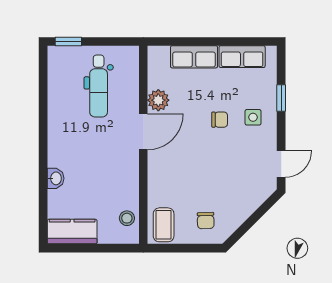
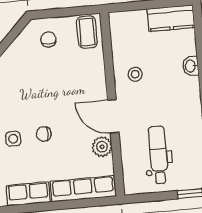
row of seats: (194, 57) -> (83, 189), width x1.48
door: (143, 132) -> (113, 116), hinge flipped
stool: (127, 218) -> (135, 74), moved

